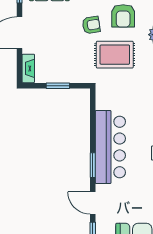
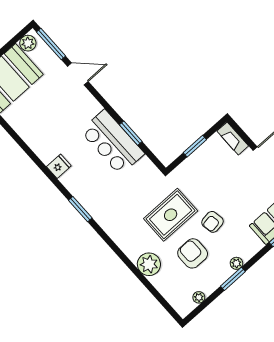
bar counter: (110, 147) -> (112, 142), width x0.73
window: (93, 165) -> (131, 133), moved

